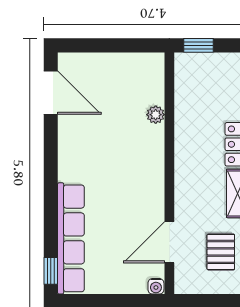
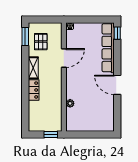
door: (51, 93) -> (117, 85), moved
door: (169, 242) -> (64, 58), moved

